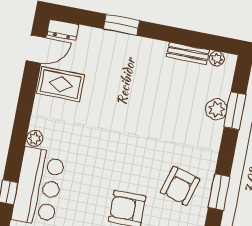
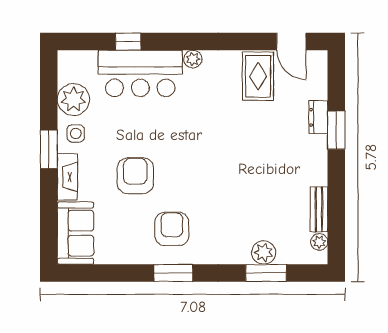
dresser: (63, 30) -> (318, 117), moved
armchair: (180, 186) -> (172, 229), turned 74

